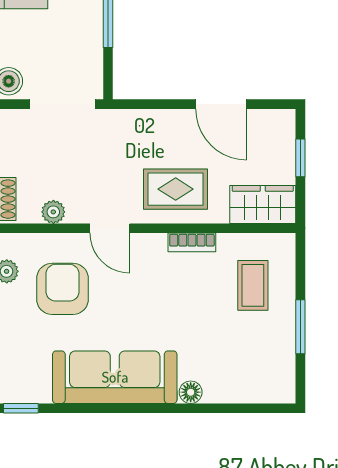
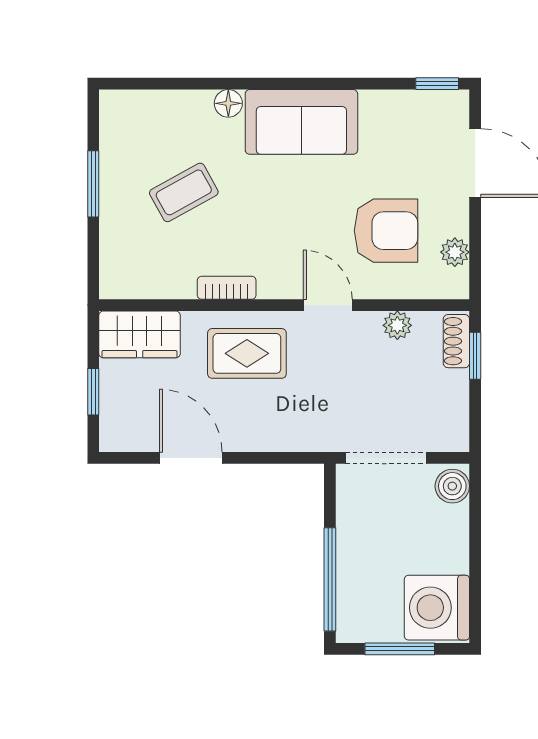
coffee table: (253, 285) -> (184, 192), moved, turned 61
armchair: (63, 289) -> (386, 231), turned -90
sofa: (115, 377) -> (301, 122), width x0.73

